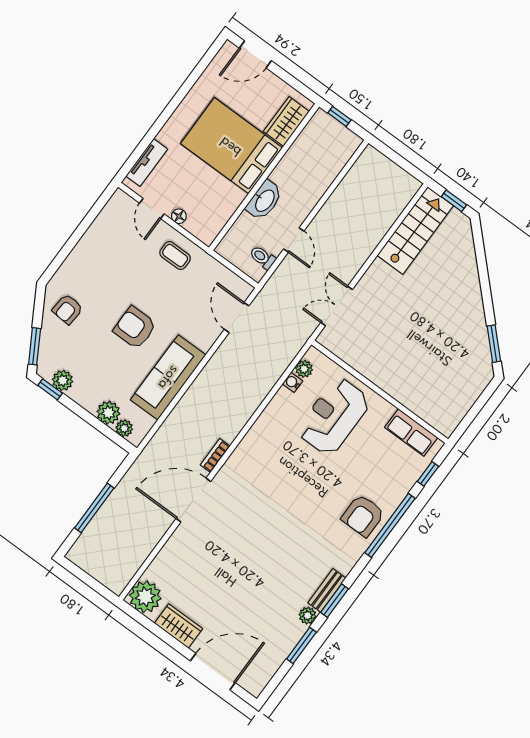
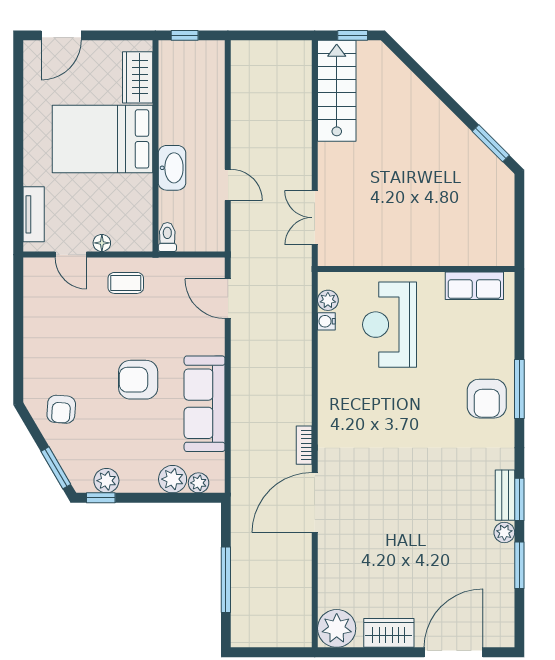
toilet: (263, 257) -> (167, 237), moved, turned 90
window: (428, 474) -> (519, 313), removed
window: (390, 525) -> (519, 389), width x0.68

